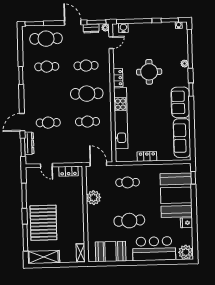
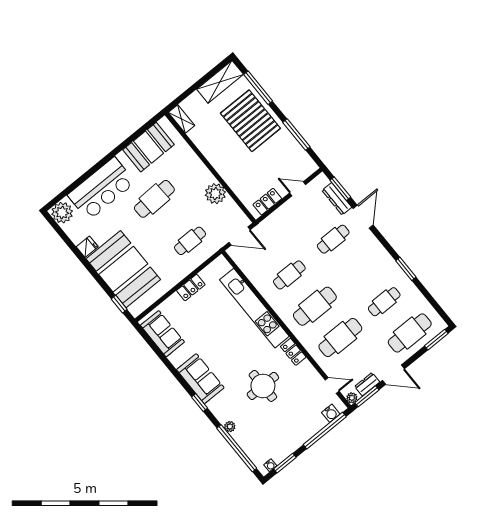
door: (111, 43) -> (332, 386), swing flipped
cafe table: (86, 66) -> (340, 337), width x1.37, depth x1.35
sofa: (182, 138) -> (162, 334), width x0.73

